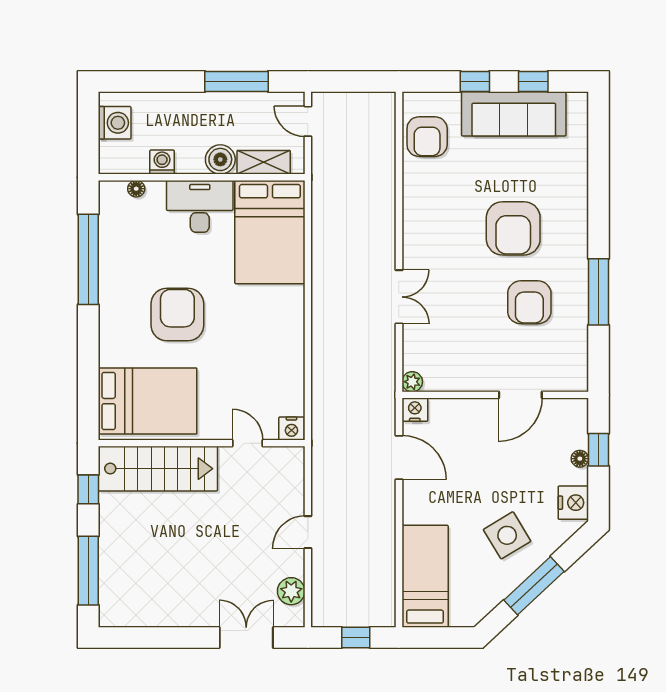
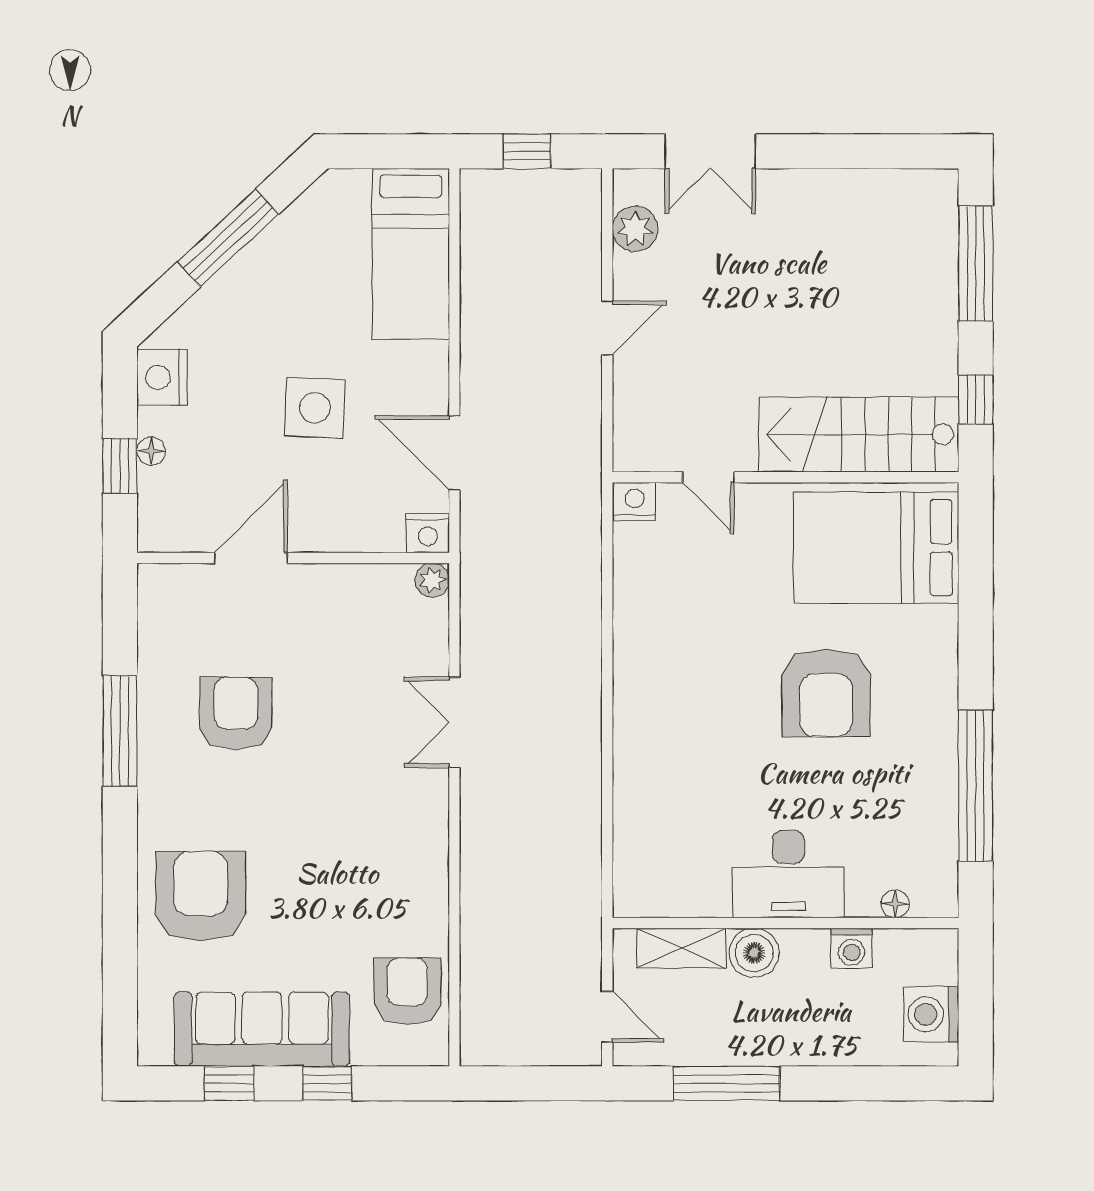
armchair: (513, 228) -> (201, 896), moved
bed: (270, 232) -> (671, 831), removed
side table: (507, 535) -> (315, 408), moved, turned 34

